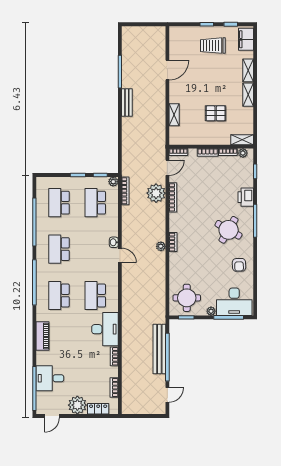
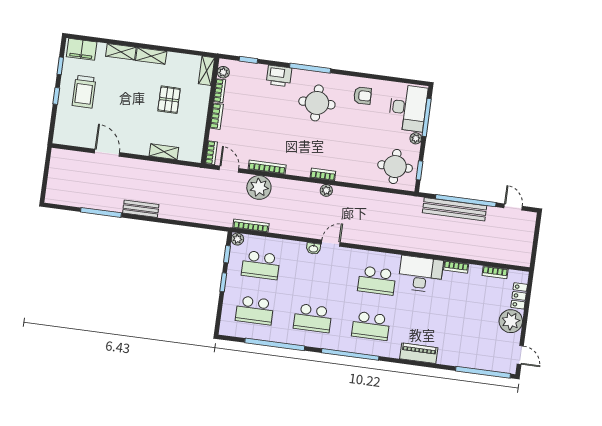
round table: (229, 230) -> (317, 103), turned -30
desk: (50, 378) -> (473, 351), removed

